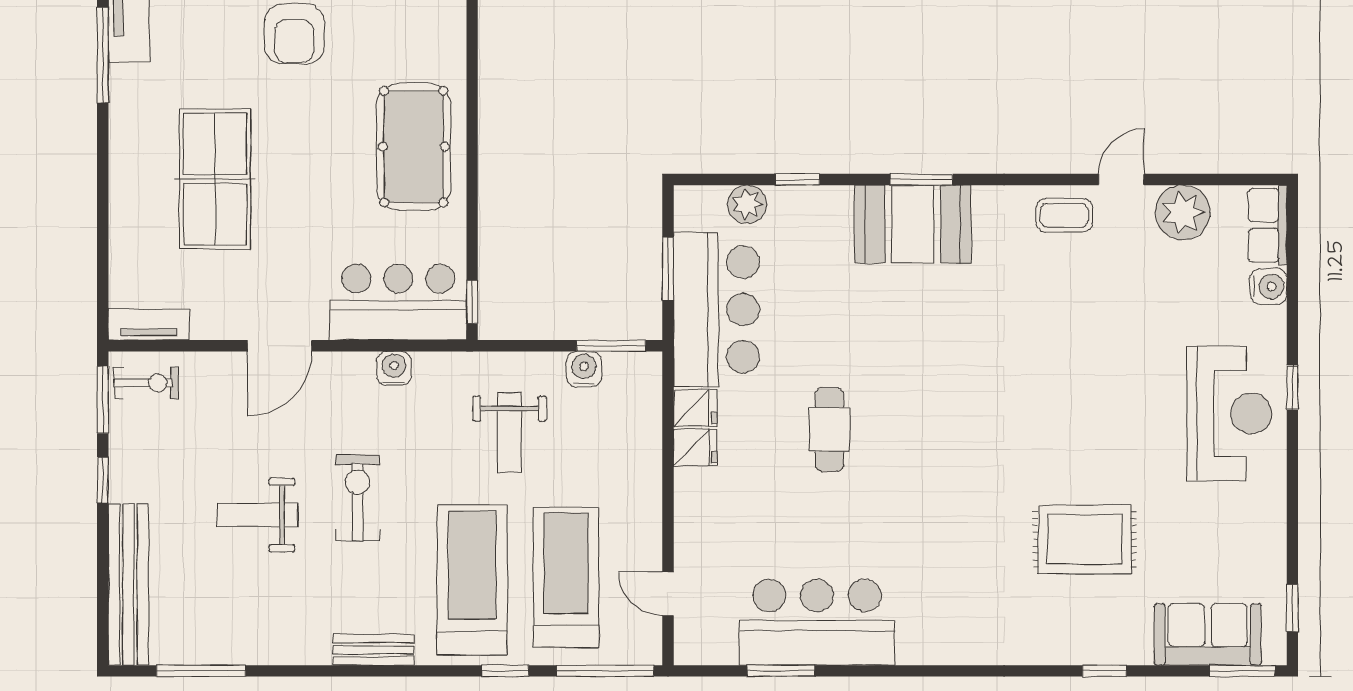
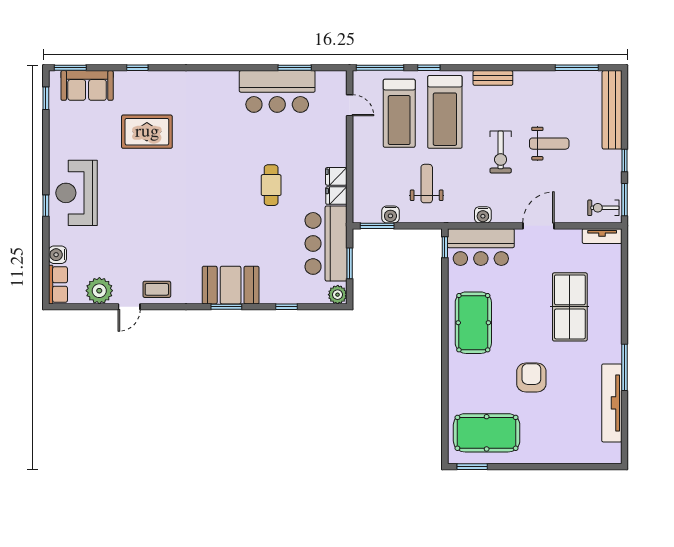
plant: (747, 204) -> (338, 295), moved

